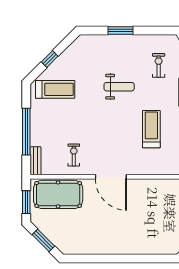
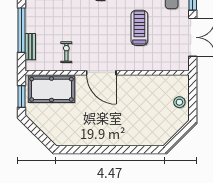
bench: (36, 161) -> (30, 47), moved
window: (43, 240) -> (38, 133), removed

